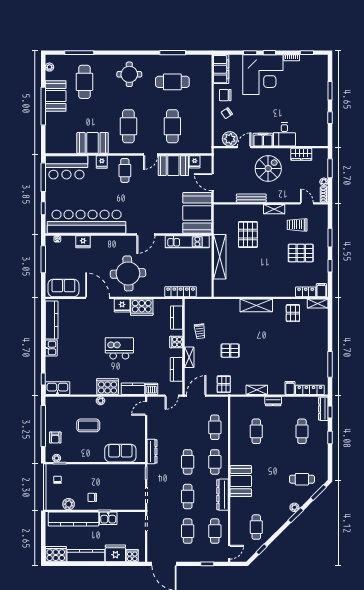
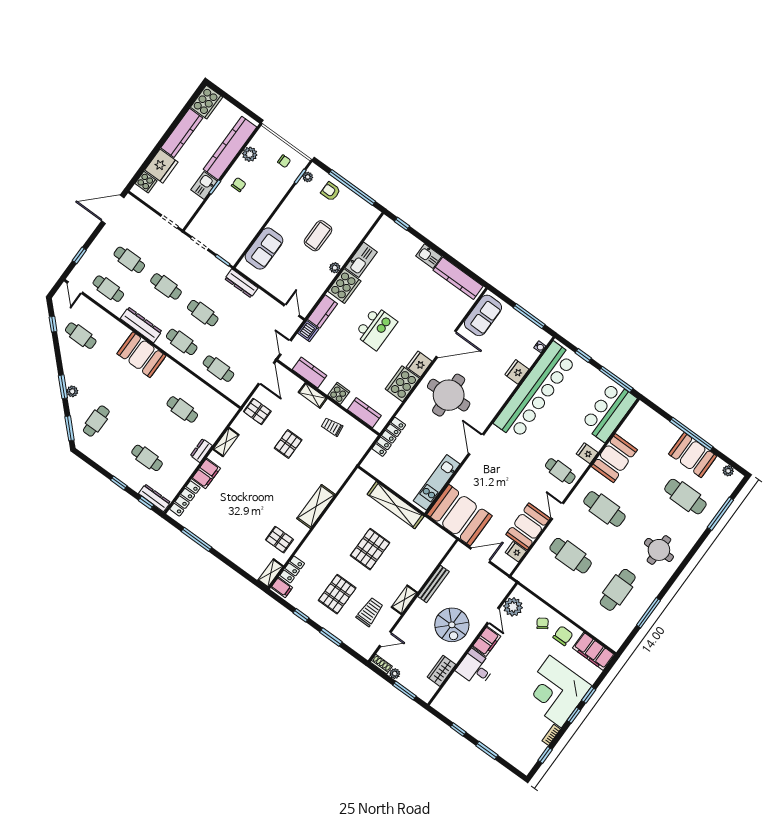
pallet: (248, 235) -> (370, 549), moved, turned 90
kitchen sink: (57, 388) -> (361, 260), moved
filing cabinet: (290, 388) -> (206, 473), width x2.00

